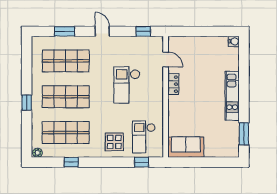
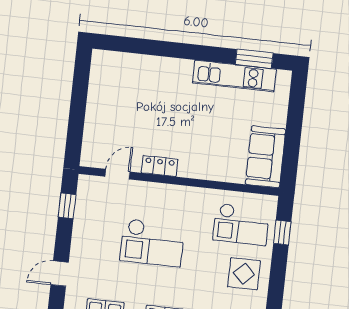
water cooler: (234, 41) -> (100, 59), removed
kitchen unit: (232, 96) -> (234, 76), moved

